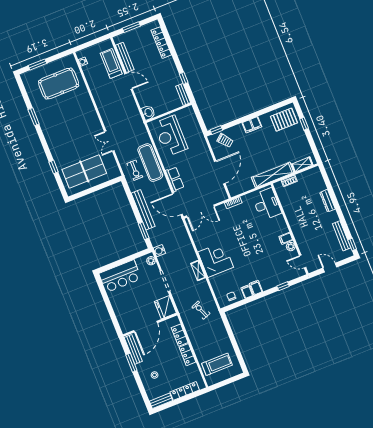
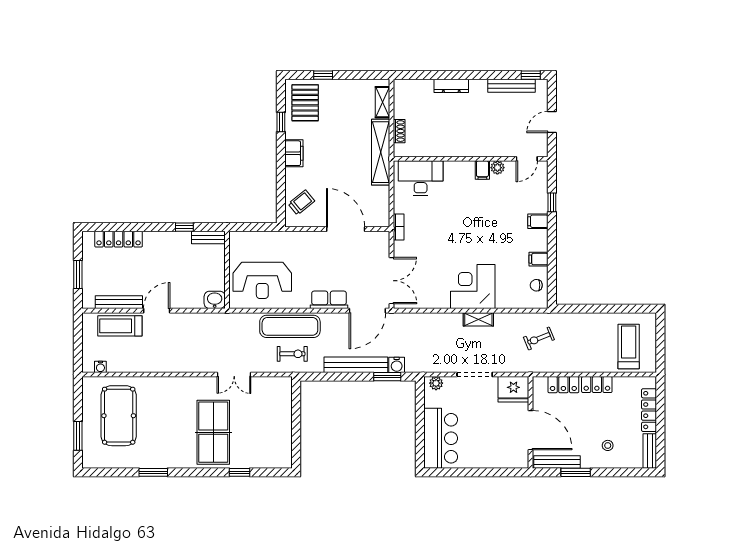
window: (216, 130) -> (281, 122), moved
table tennis table: (84, 171) -> (213, 432), moved
water cooler: (159, 251) -> (397, 365), moved
filing cabinet: (256, 288) -> (538, 221), moved

